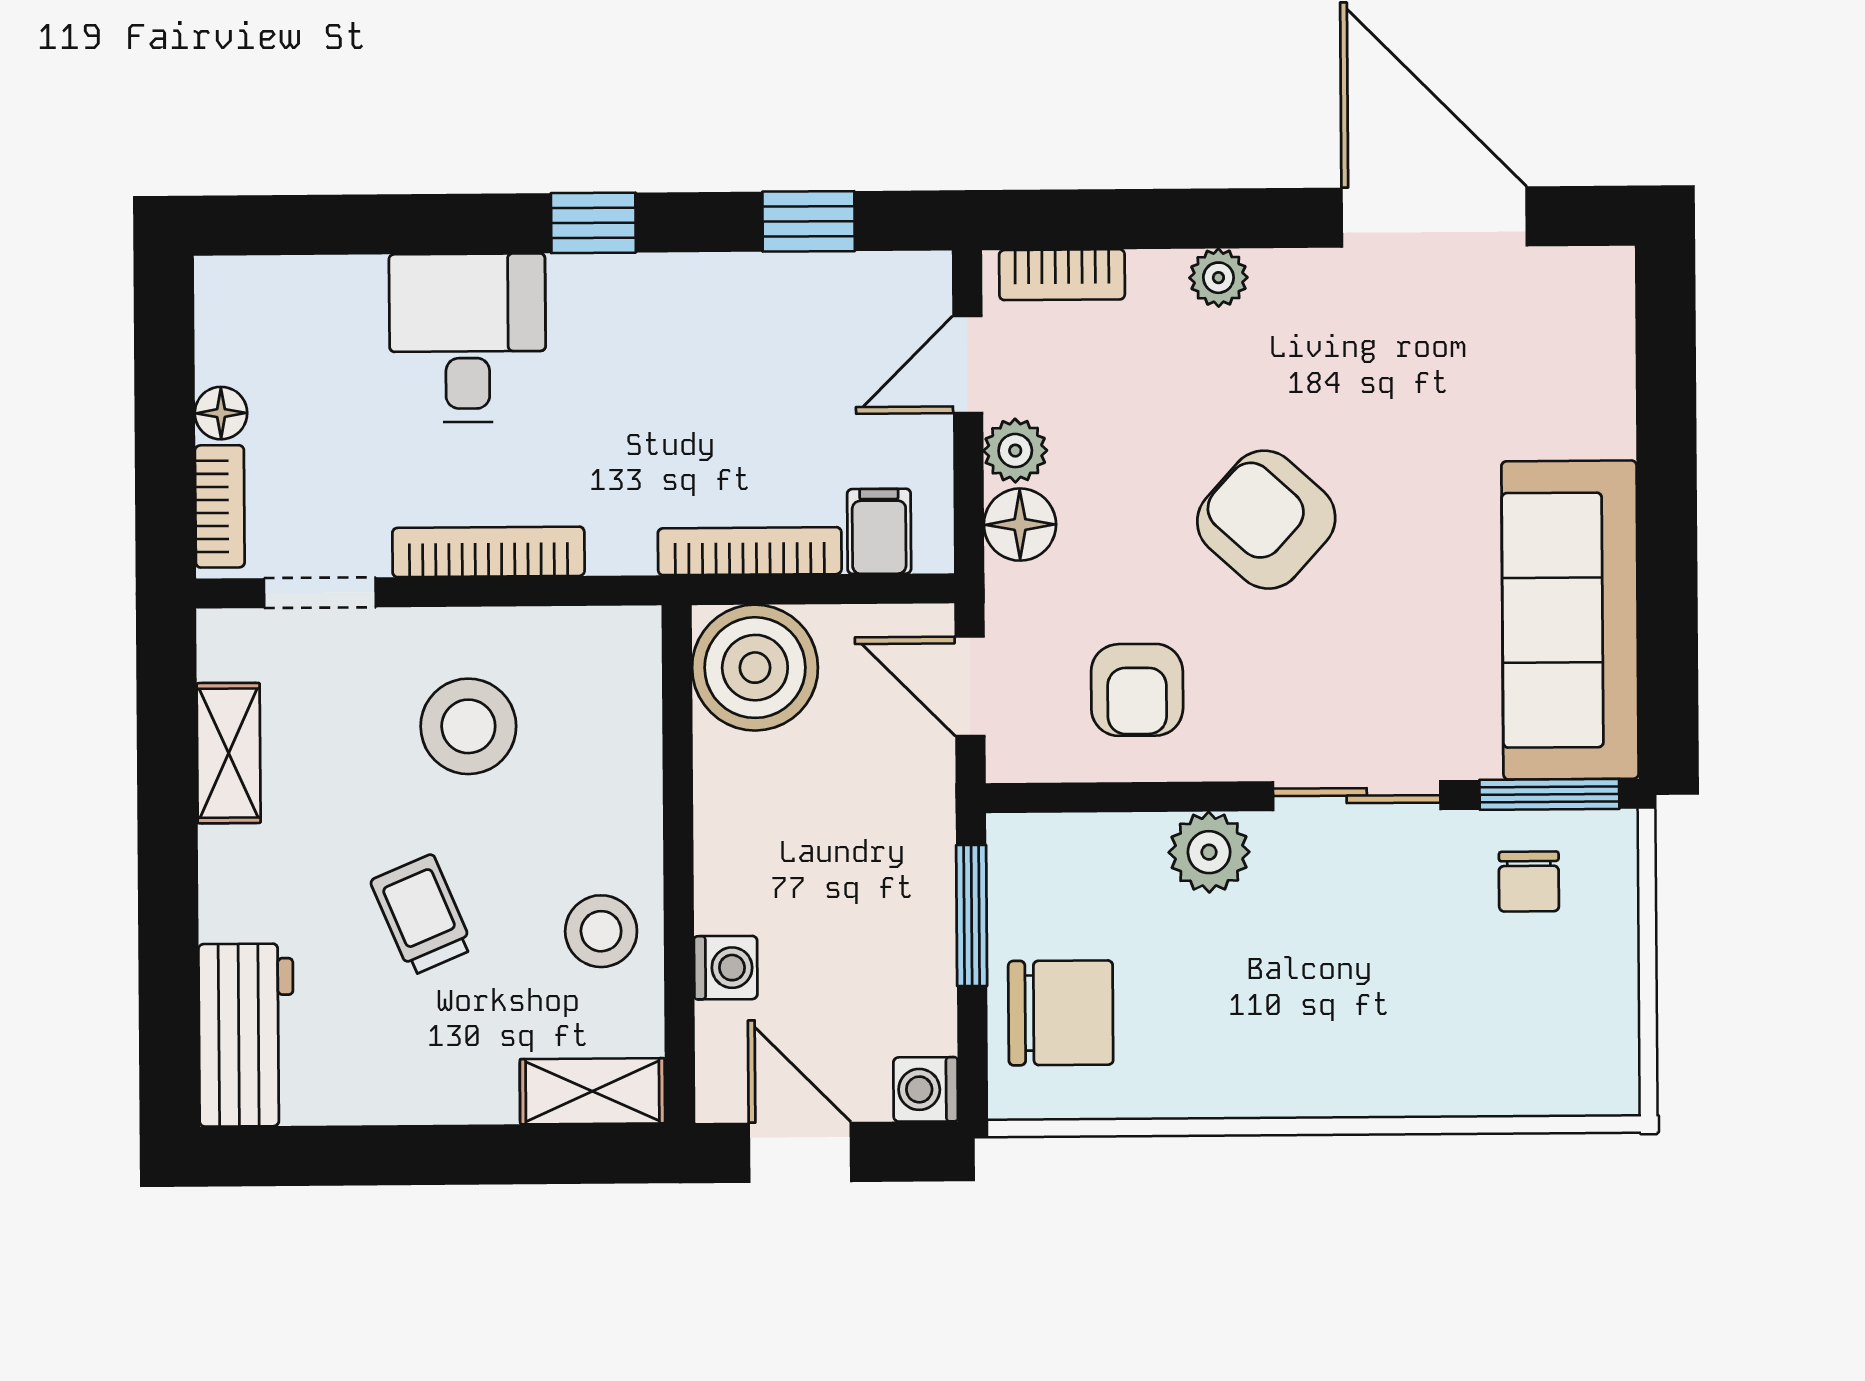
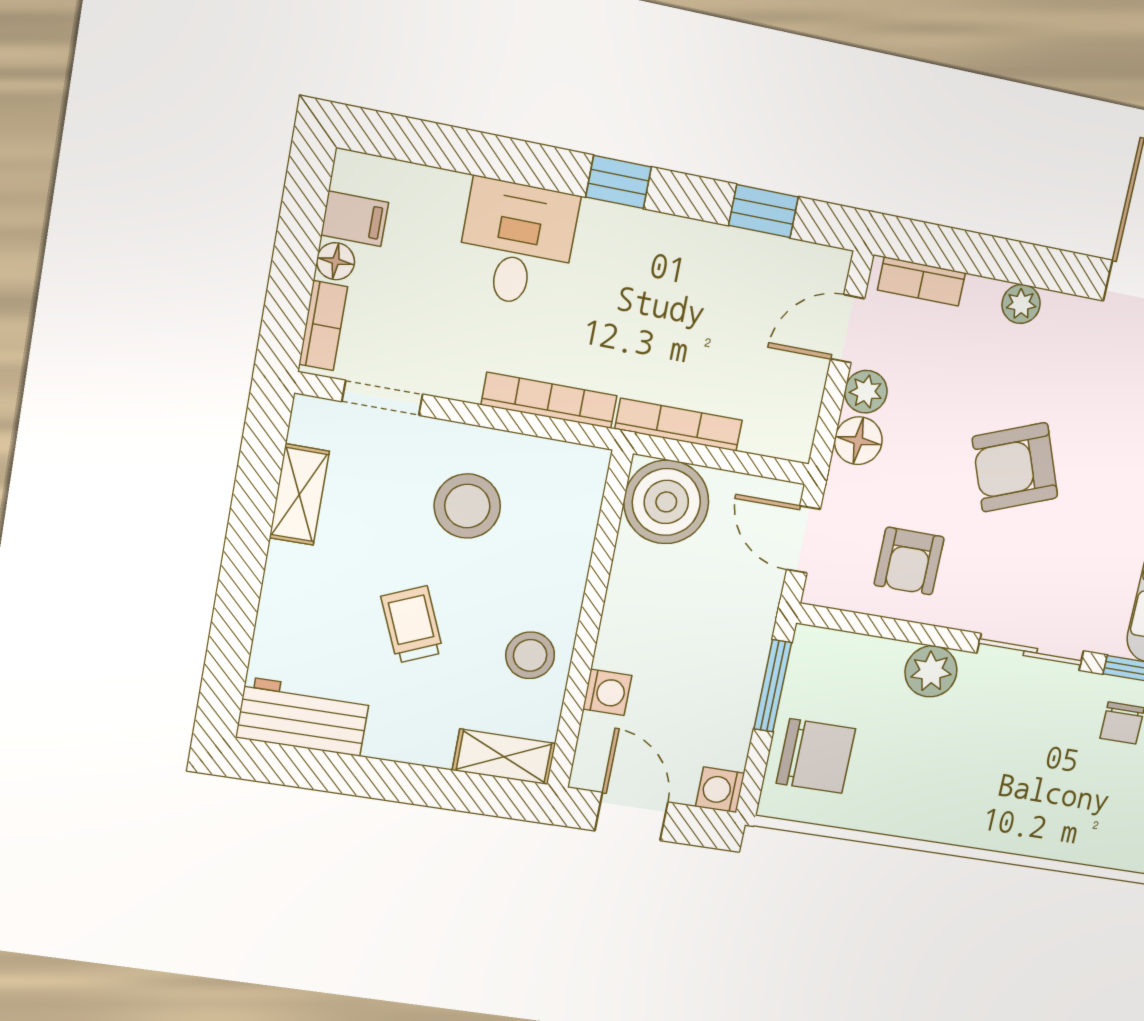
armchair: (1266, 520) -> (1015, 467), turned -63
filing cabinet: (879, 531) -> (355, 219), moved, turned 90
bookcase: (488, 552) -> (549, 400), moved
workbench: (246, 1035) -> (303, 717), moved, turned -90

